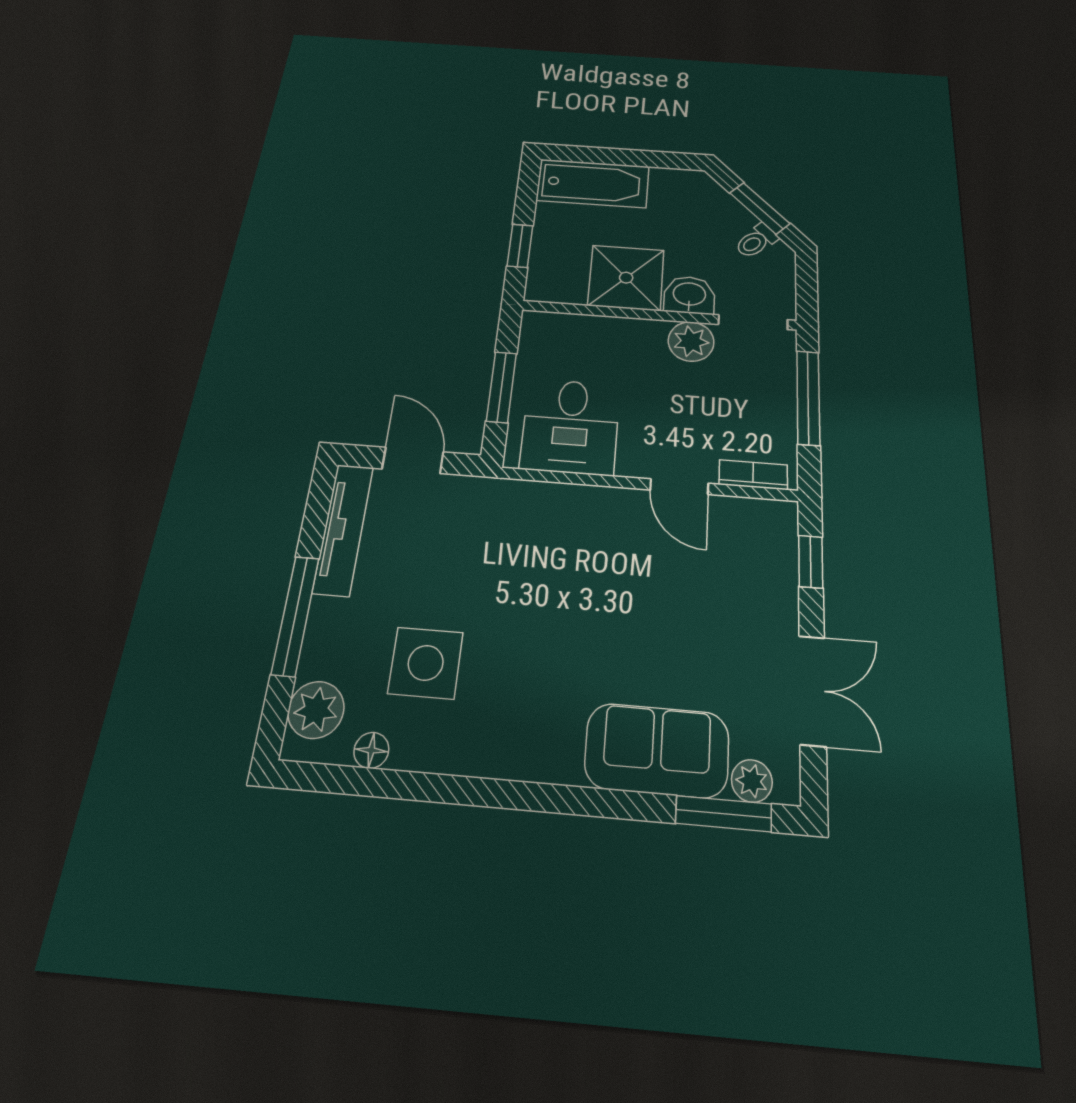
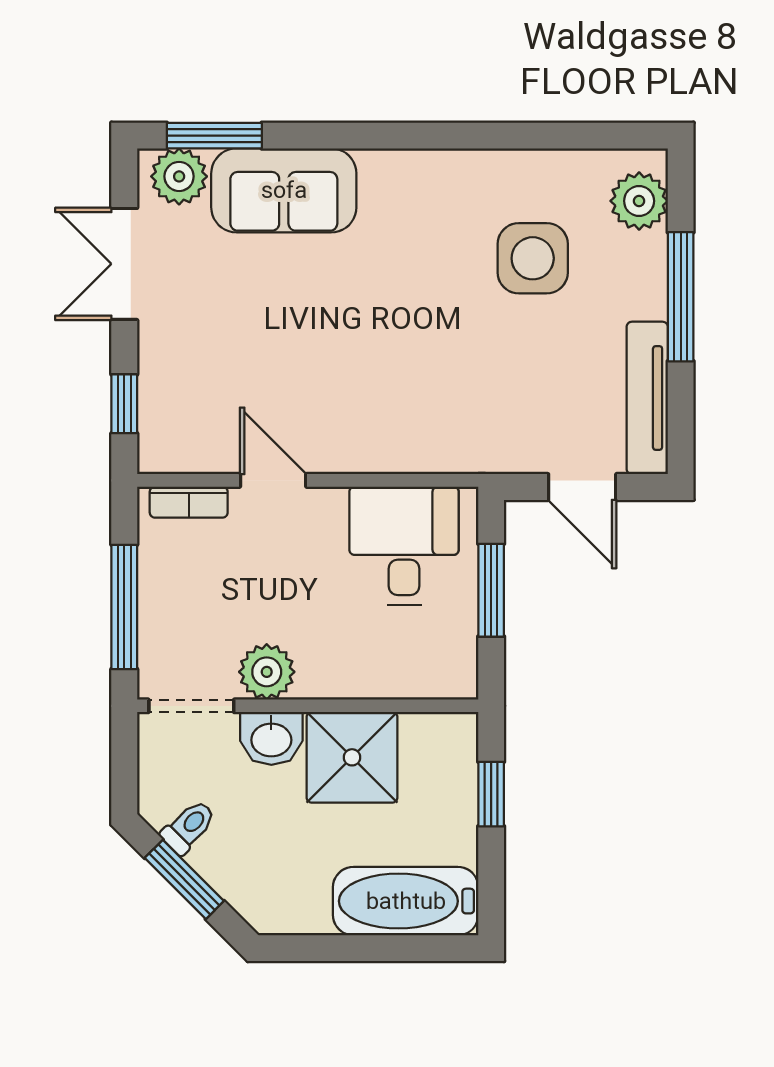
floor lamp: (371, 750) -> (575, 166), removed
plant: (752, 781) -> (179, 176), width x1.38, depth x1.38

